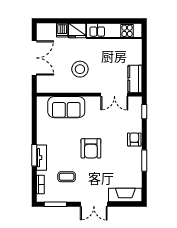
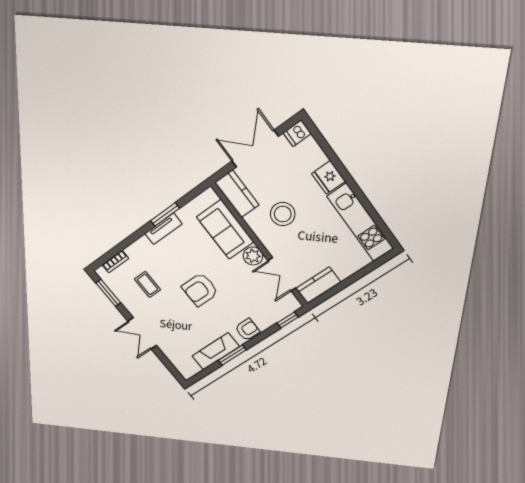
dishwasher: (62, 30) -> (297, 133), moved
double door: (34, 58) -> (255, 149), swing flipped
kitchen counter: (51, 86) -> (237, 194), added
plant: (92, 103) -> (253, 256), added
window: (34, 155) -> (165, 214), moved
tv unit: (41, 158) -> (163, 229), moved
fireplace: (125, 195) -> (216, 351), moved, turned -90

